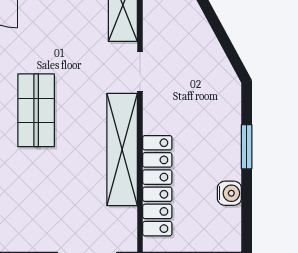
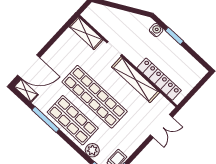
shop shelf: (36, 110) -> (95, 97), width x2.00, depth x1.36
water cooler: (229, 193) -> (156, 30), moved

